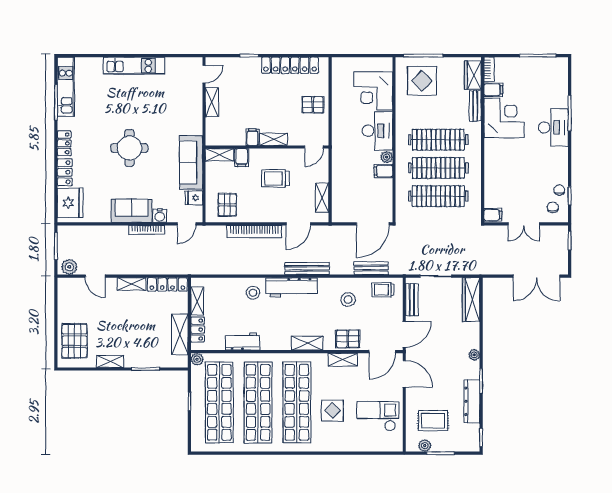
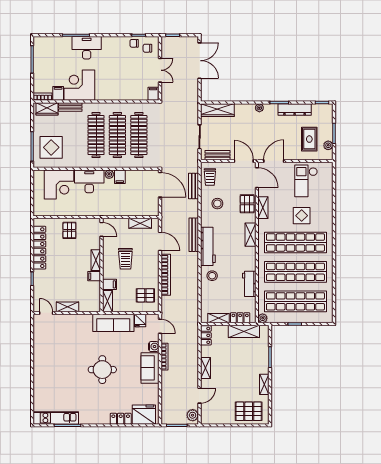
kitchen unit: (134, 66) -> (40, 366), removed
locker: (64, 143) -> (99, 419), removed
locker: (167, 284) -> (206, 335), width x0.66

